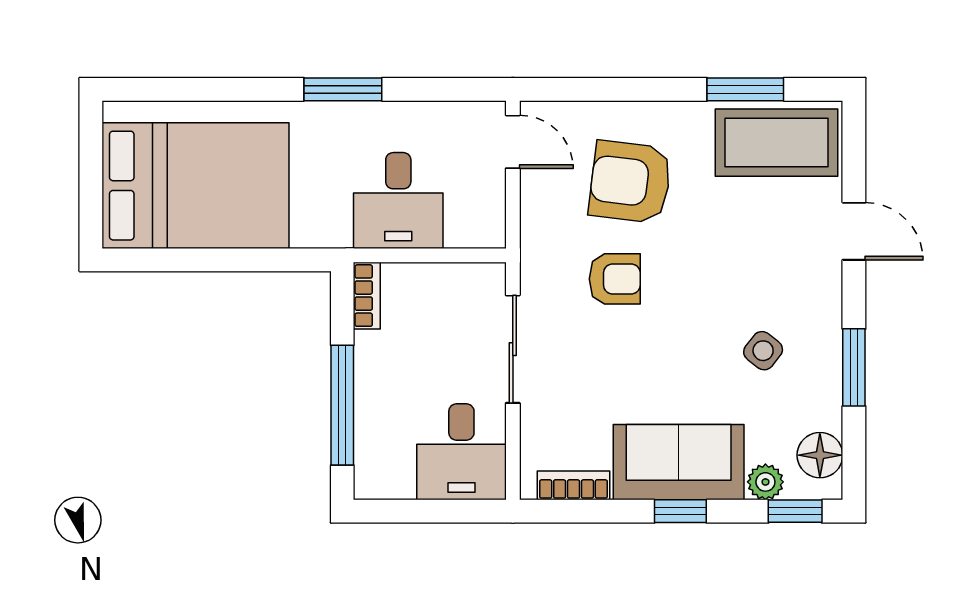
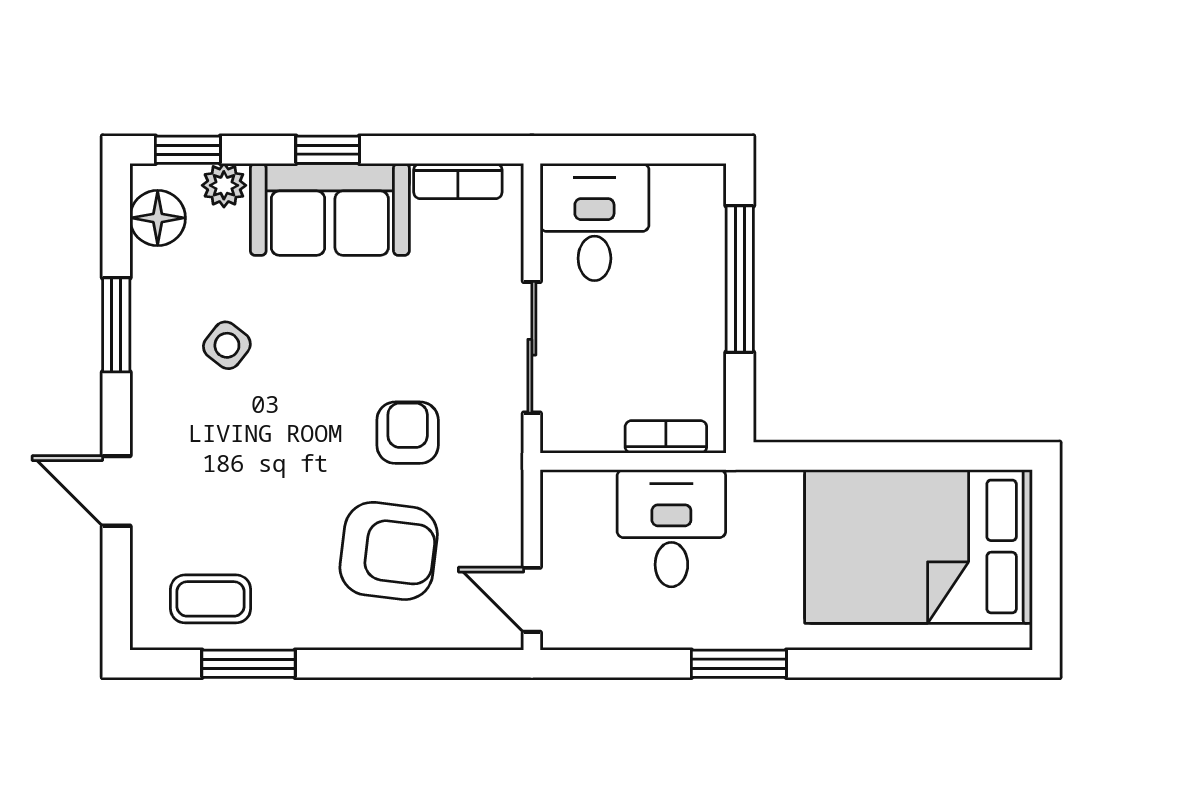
coffee table: (777, 143) -> (211, 599), width x0.54, depth x0.58
armchair: (615, 279) -> (408, 433), turned 90
bookcase: (367, 296) -> (666, 437), moved, turned 90

